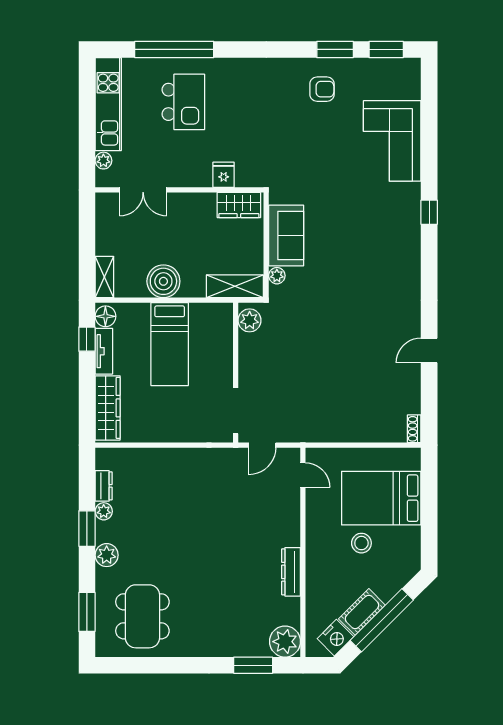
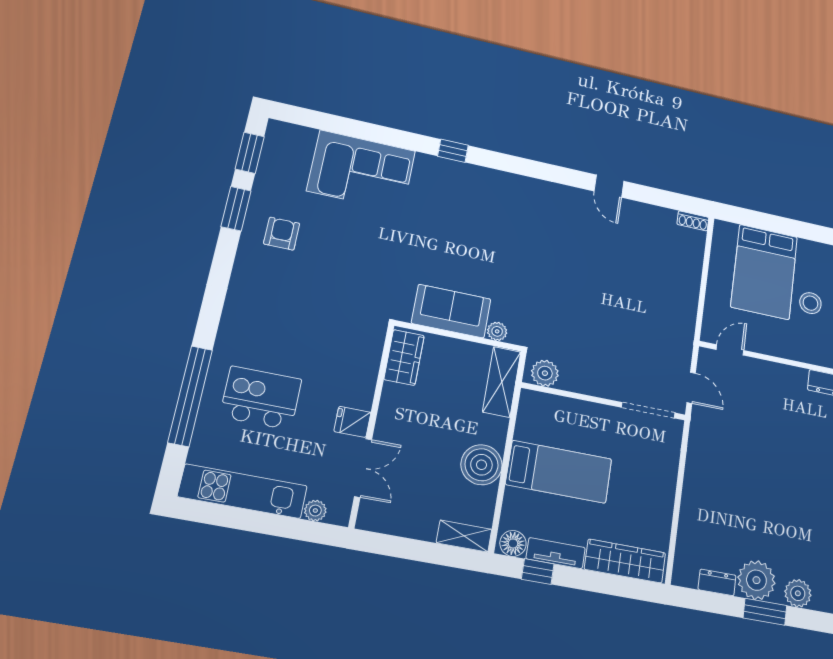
fridge: (224, 175) -> (352, 422), moved
plant: (104, 511) -> (756, 580), width x1.87, depth x1.87

